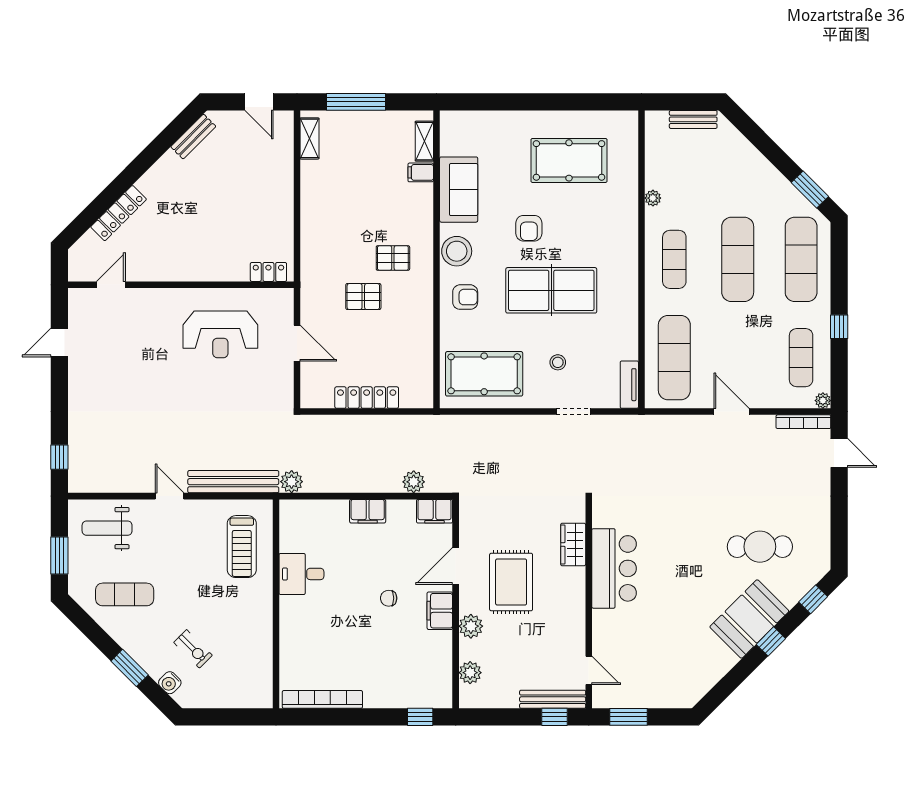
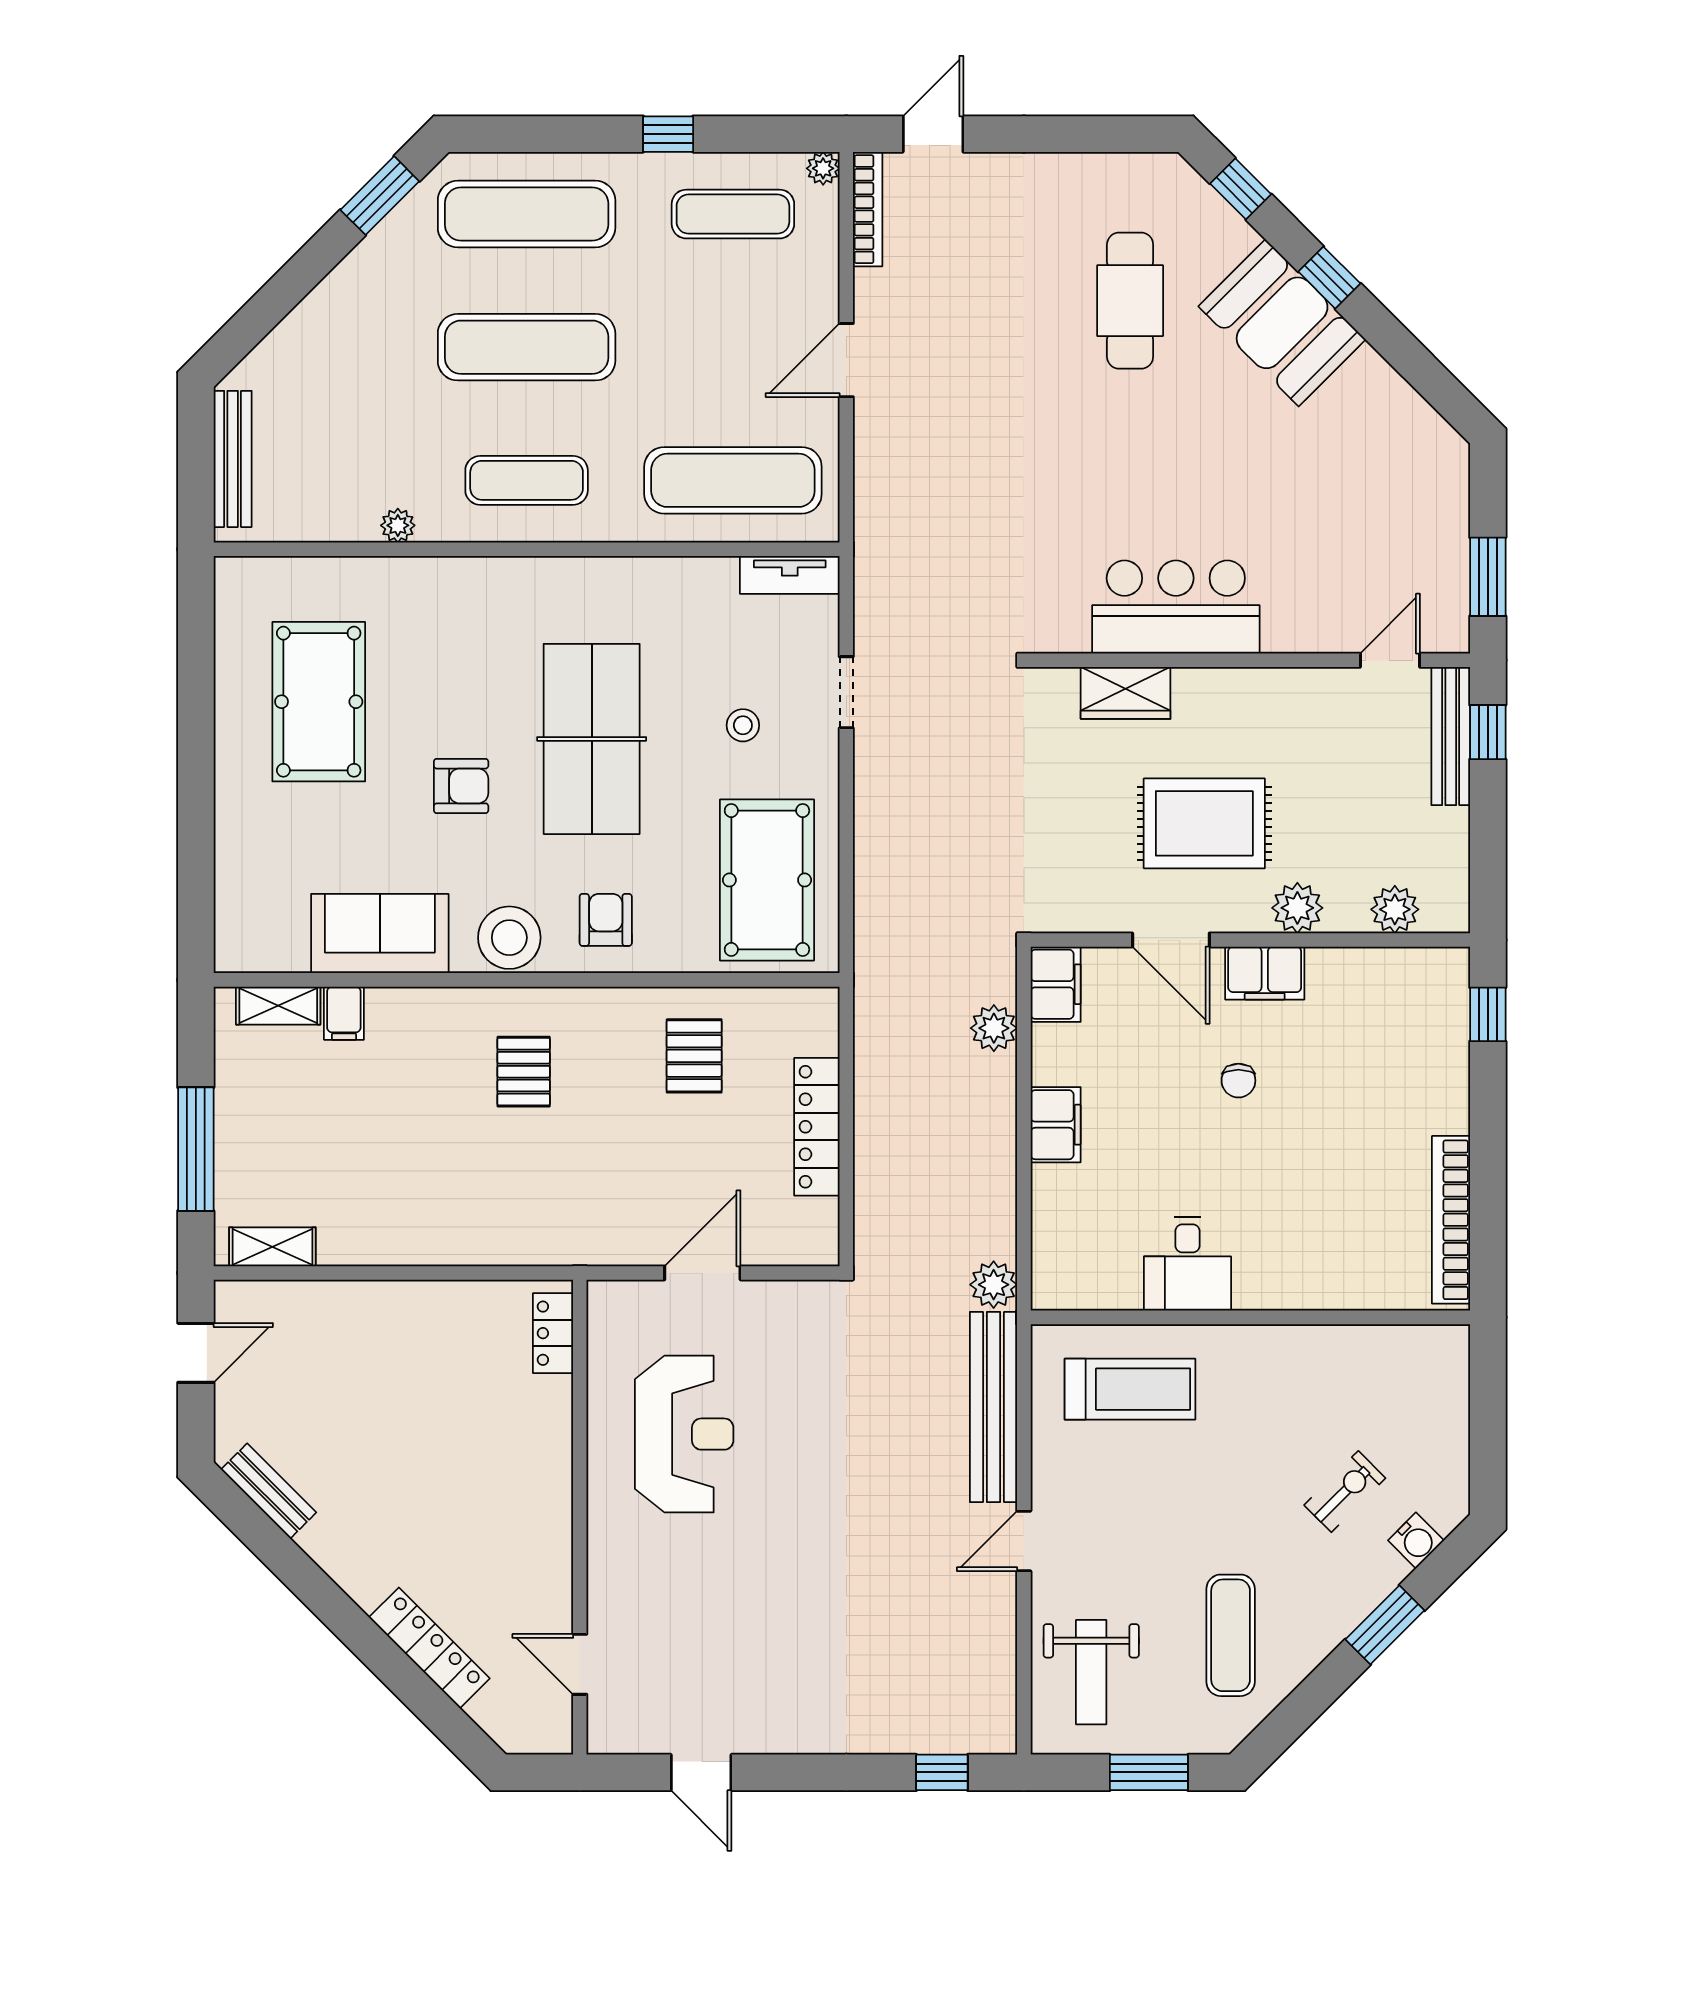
bench: (693, 119) -> (233, 459), width x1.36
pallet: (363, 297) -> (694, 1056), moved

